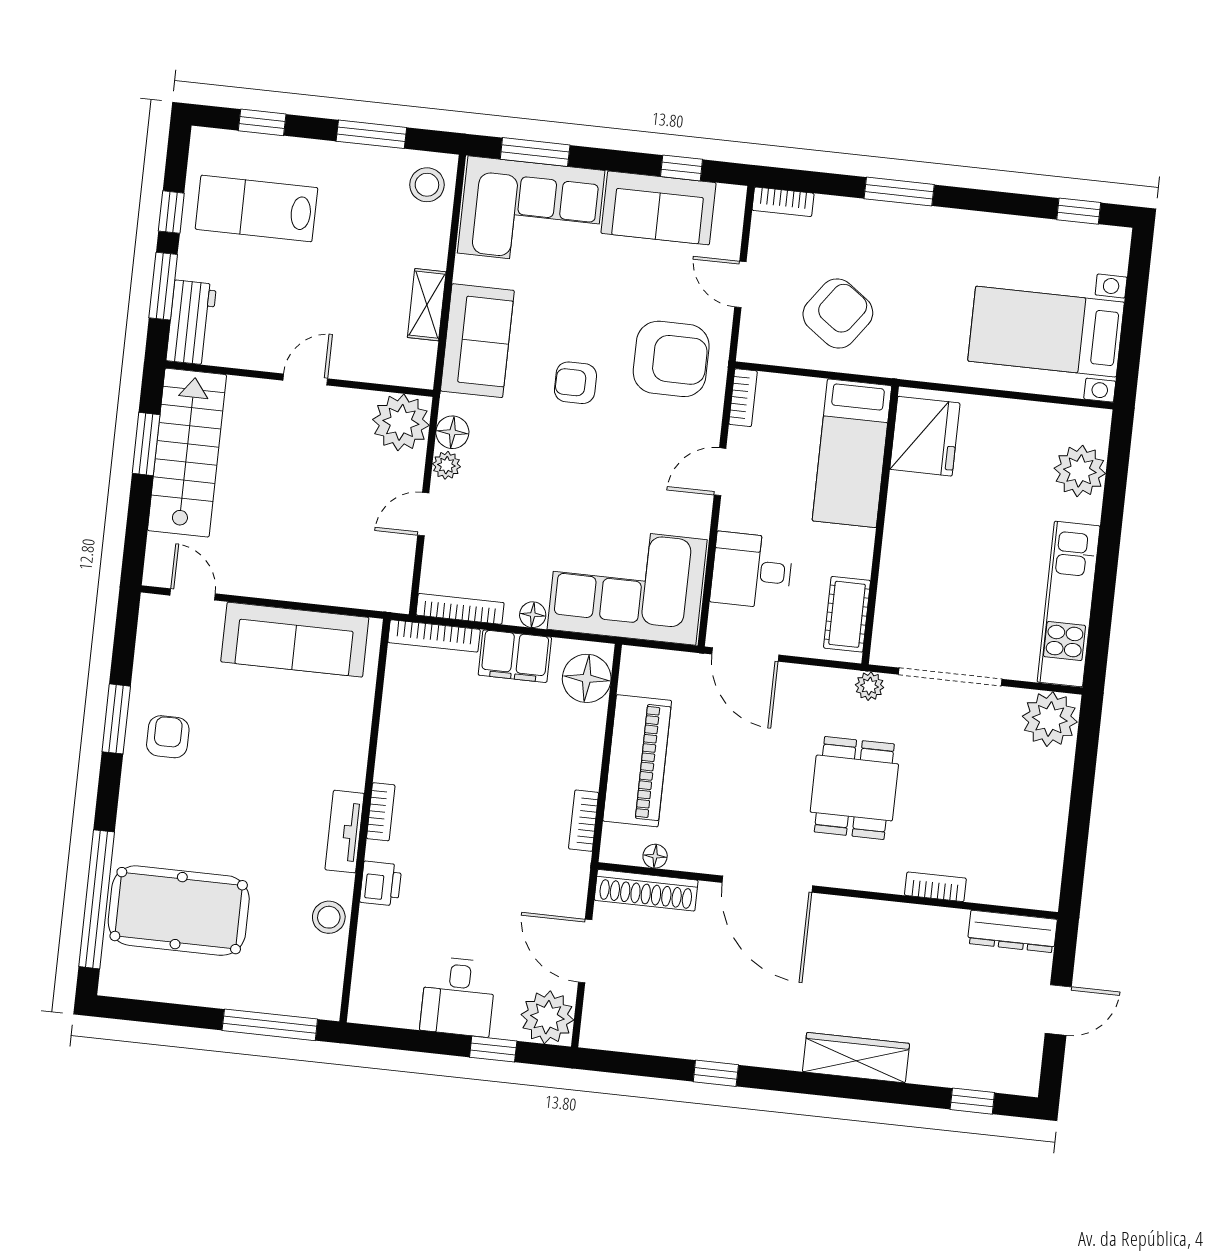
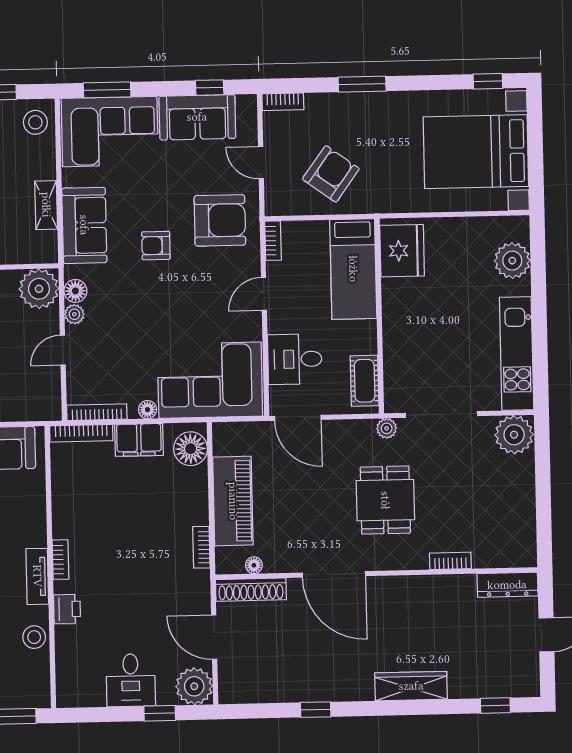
bed with nightstands: (1046, 332) -> (476, 152), width x1.36

